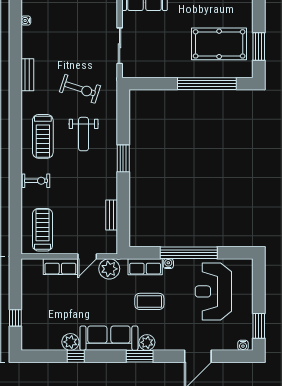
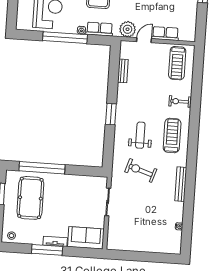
pool table: (219, 44) -> (30, 198), turned 90
bench: (27, 75) -> (181, 184), width x1.36

